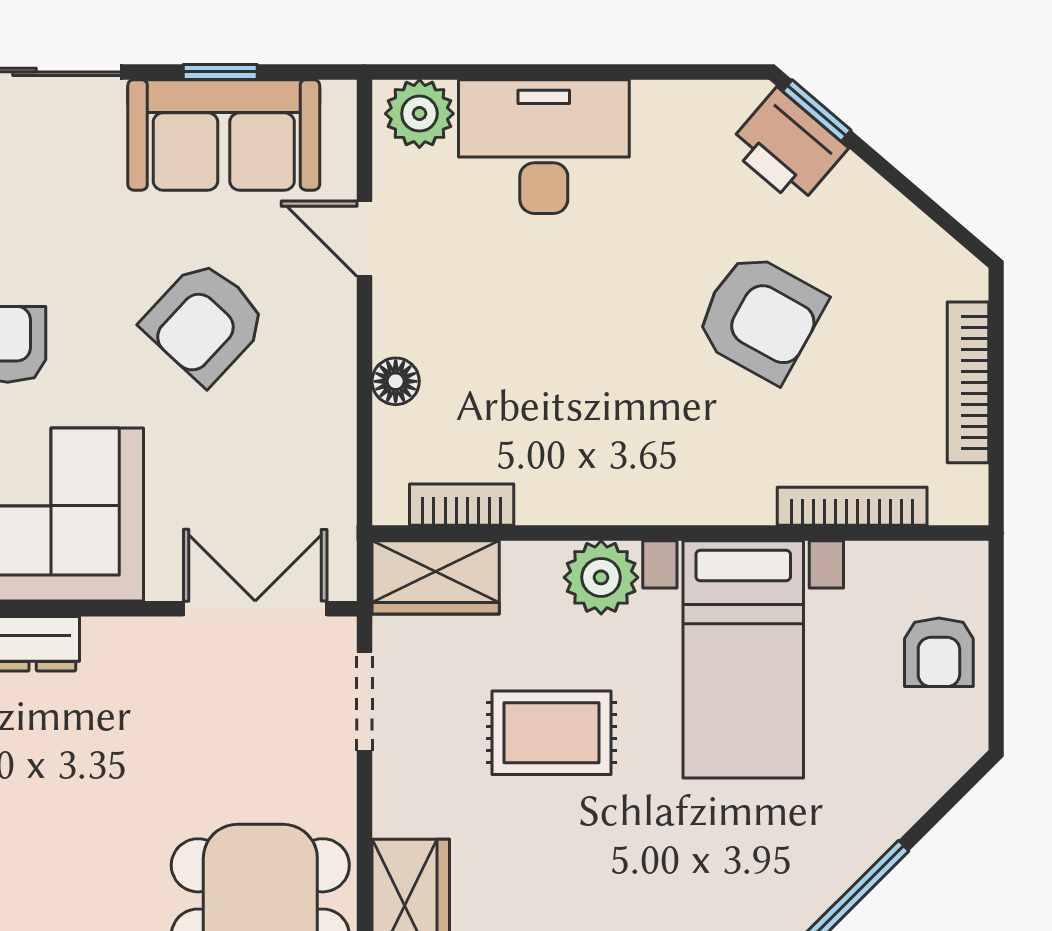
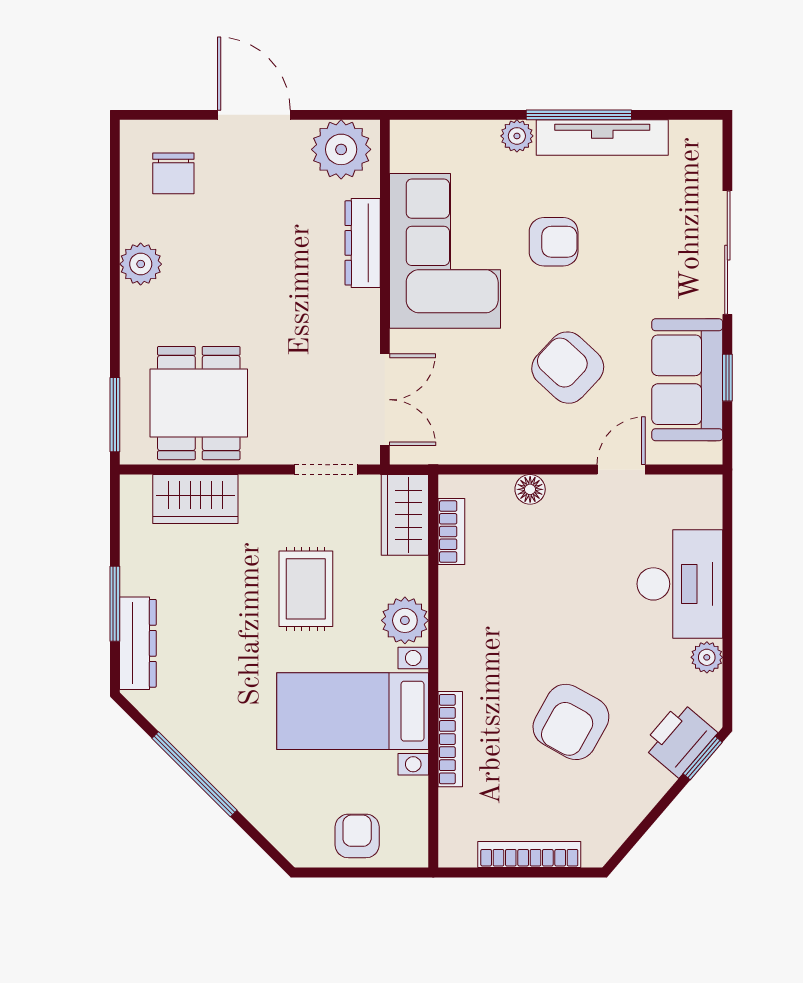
plant: (419, 114) -> (707, 657), moved, width x0.73, depth x0.73
bookcase: (852, 506) -> (450, 739), moved
armchair: (939, 652) -> (357, 836), turned 90

